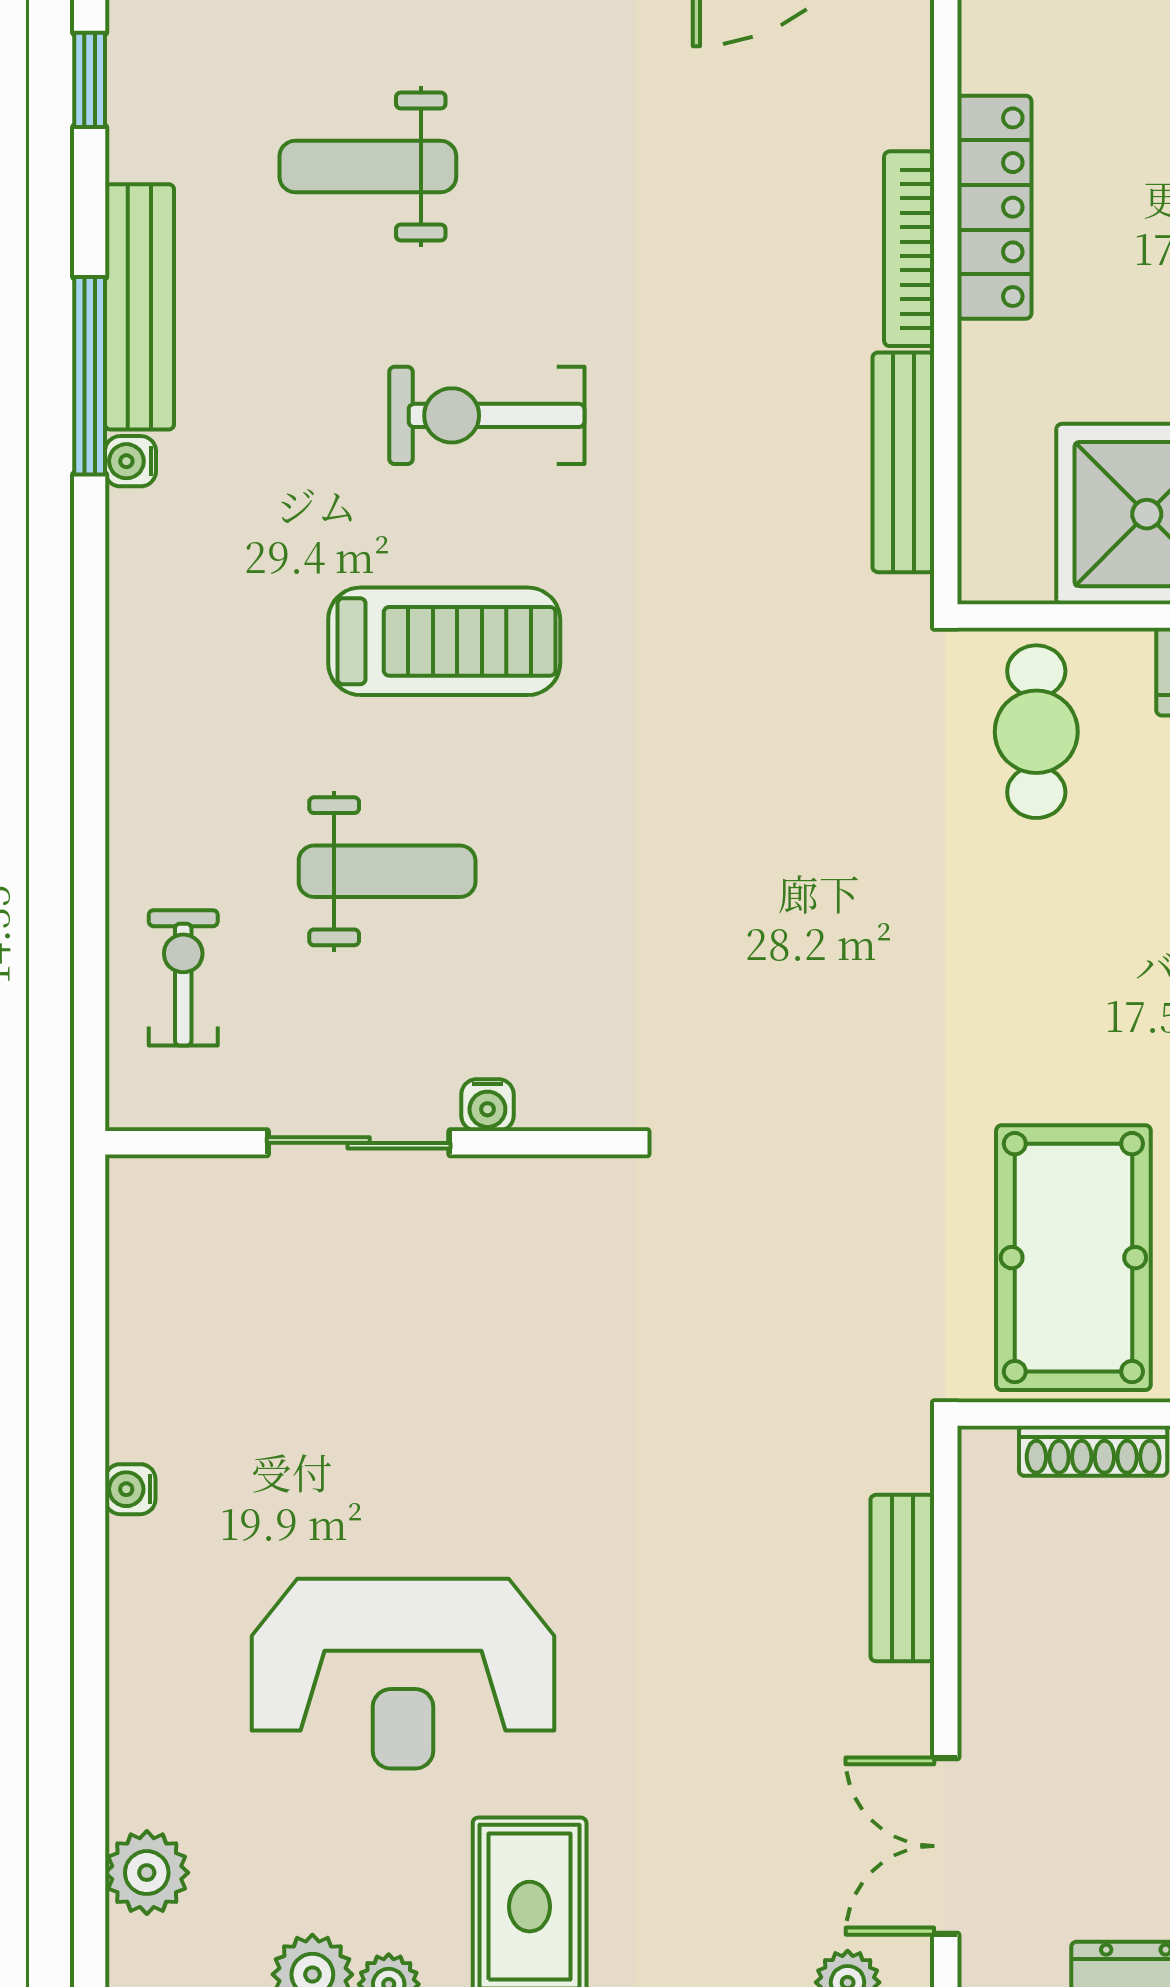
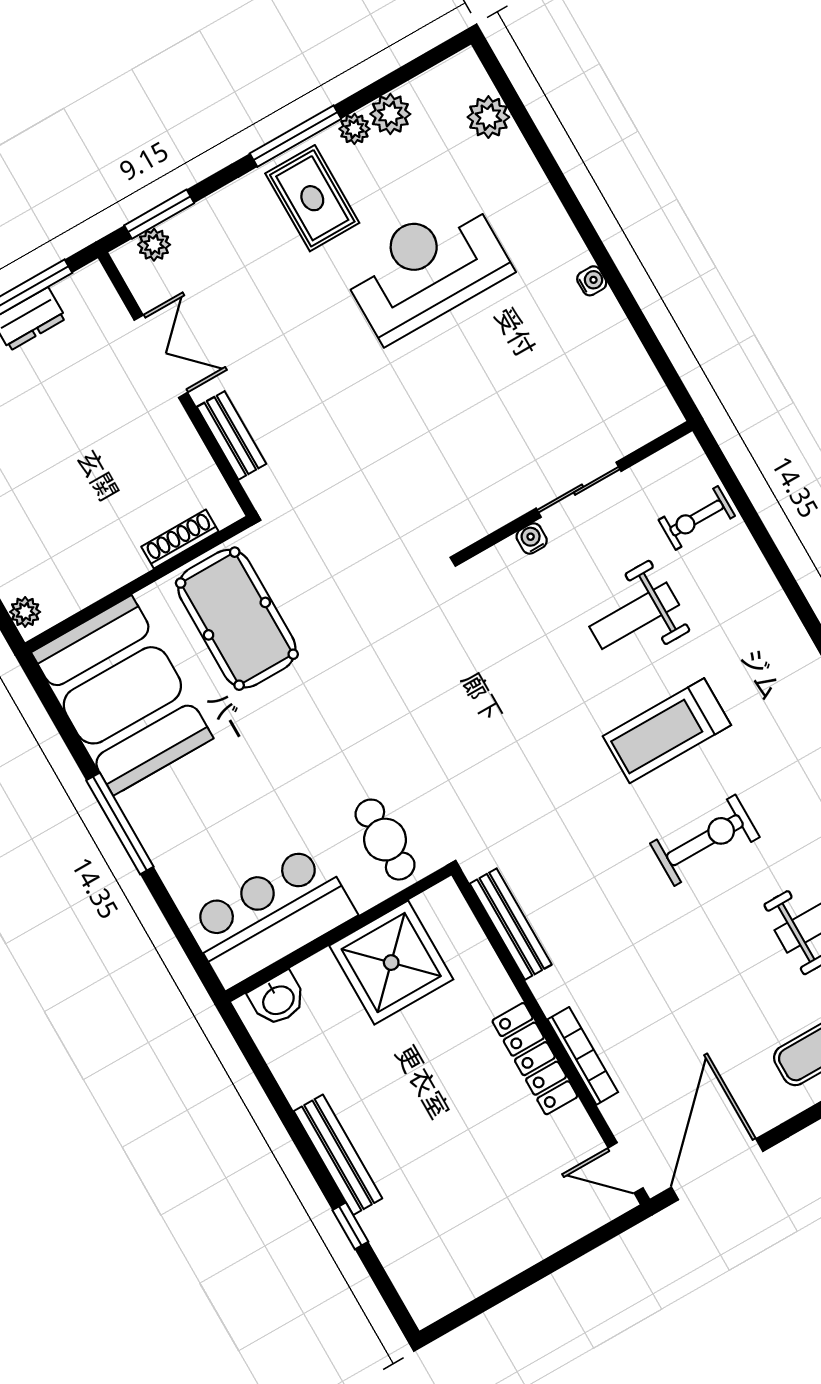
bookcase: (909, 249) -> (583, 1056), moved
exercise bike: (183, 978) -> (697, 518), turned 90
double door: (946, 1846) -> (161, 356), moved

